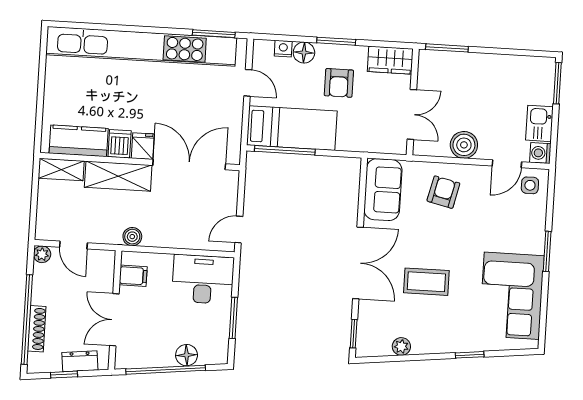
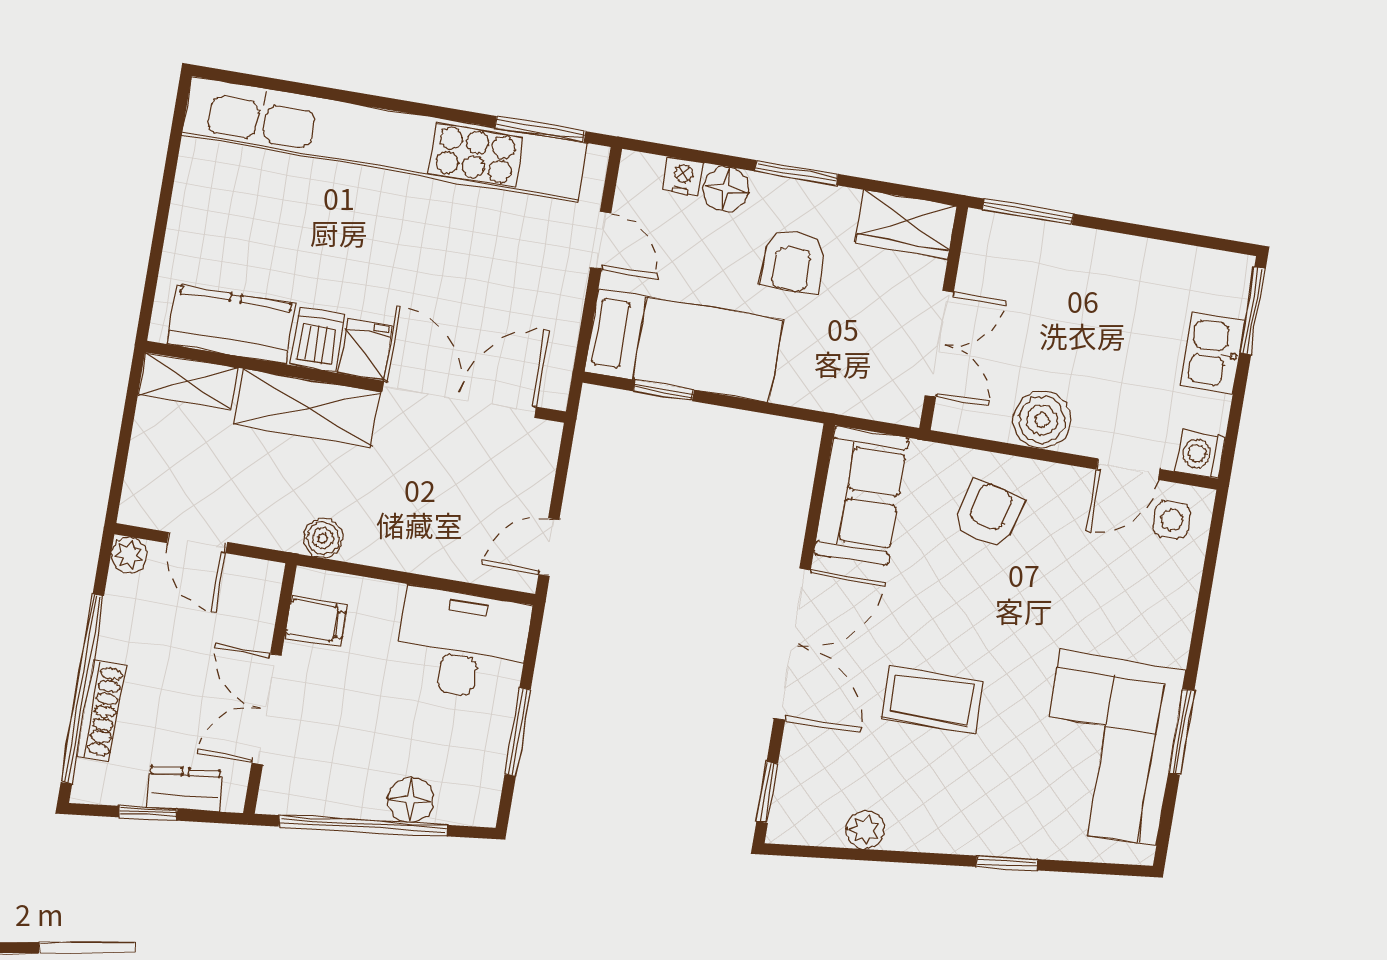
kitchen sink: (539, 123) -> (1212, 353), moved
window: (285, 150) -> (664, 391), width x0.46
window: (547, 251) -> (1181, 732), moved

